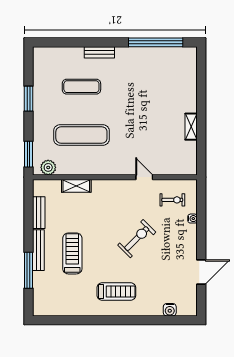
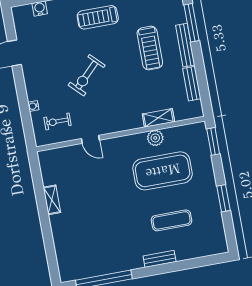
exercise mat: (81, 135) -> (163, 171), width x1.47
plant: (48, 167) -> (155, 138), moved

